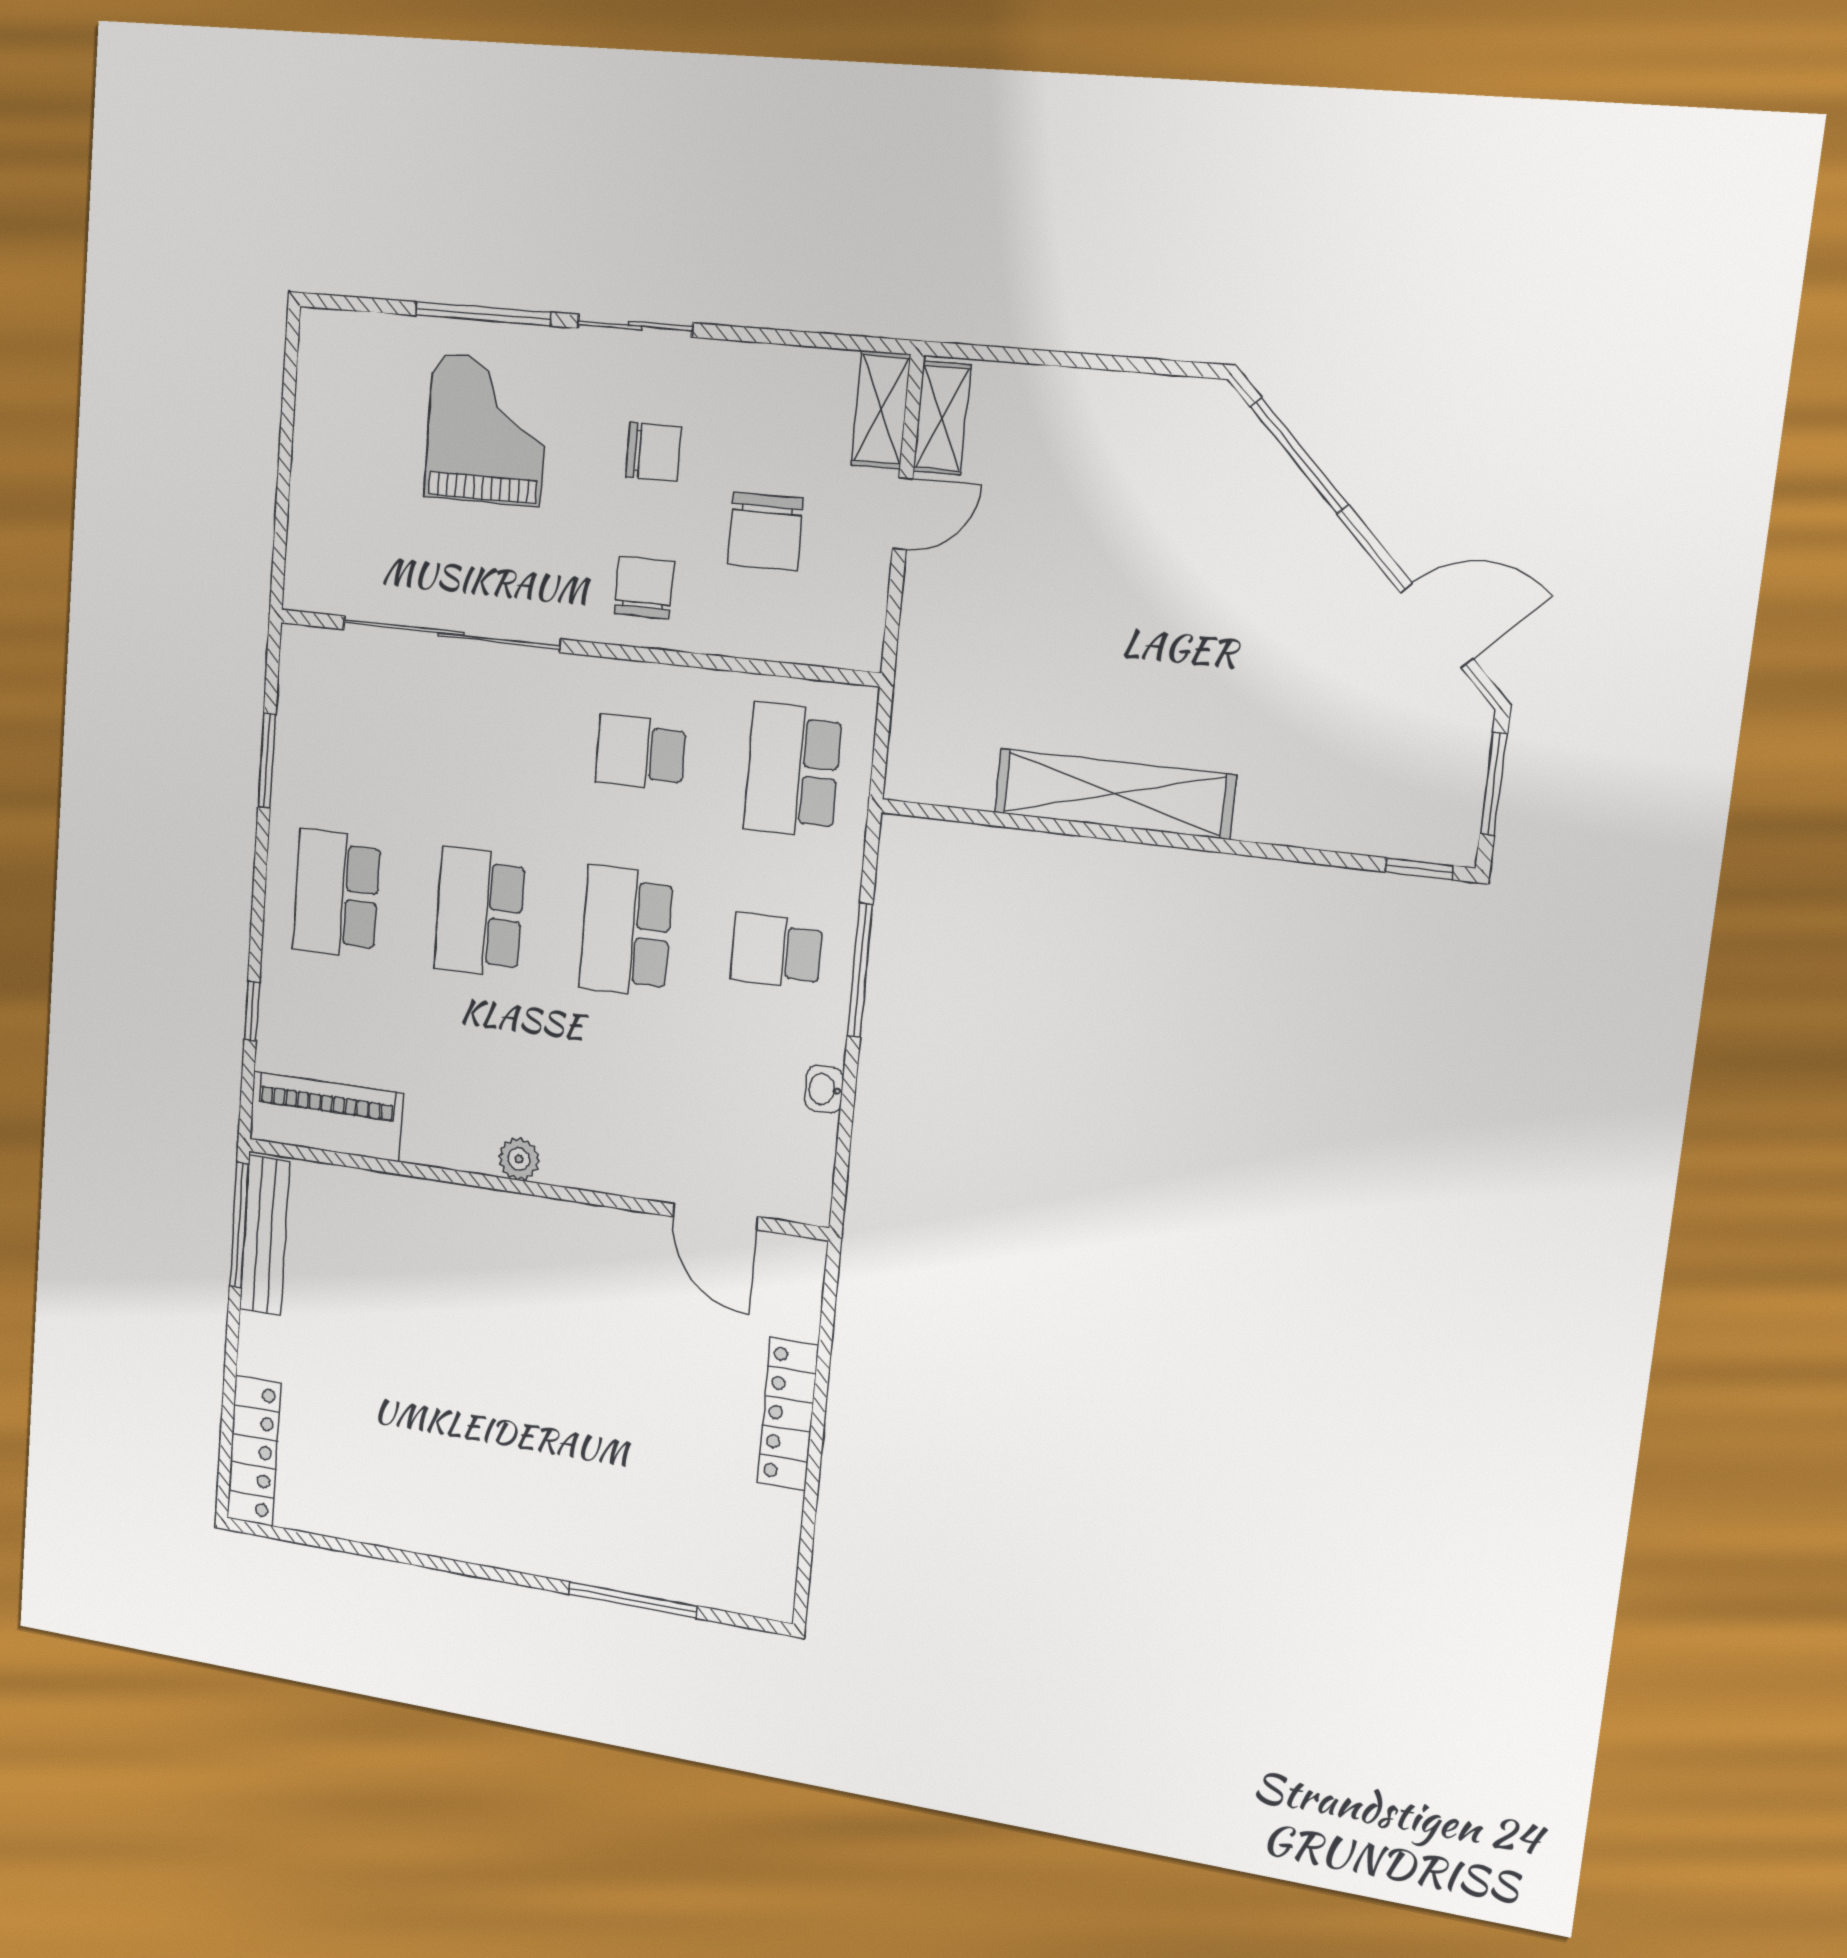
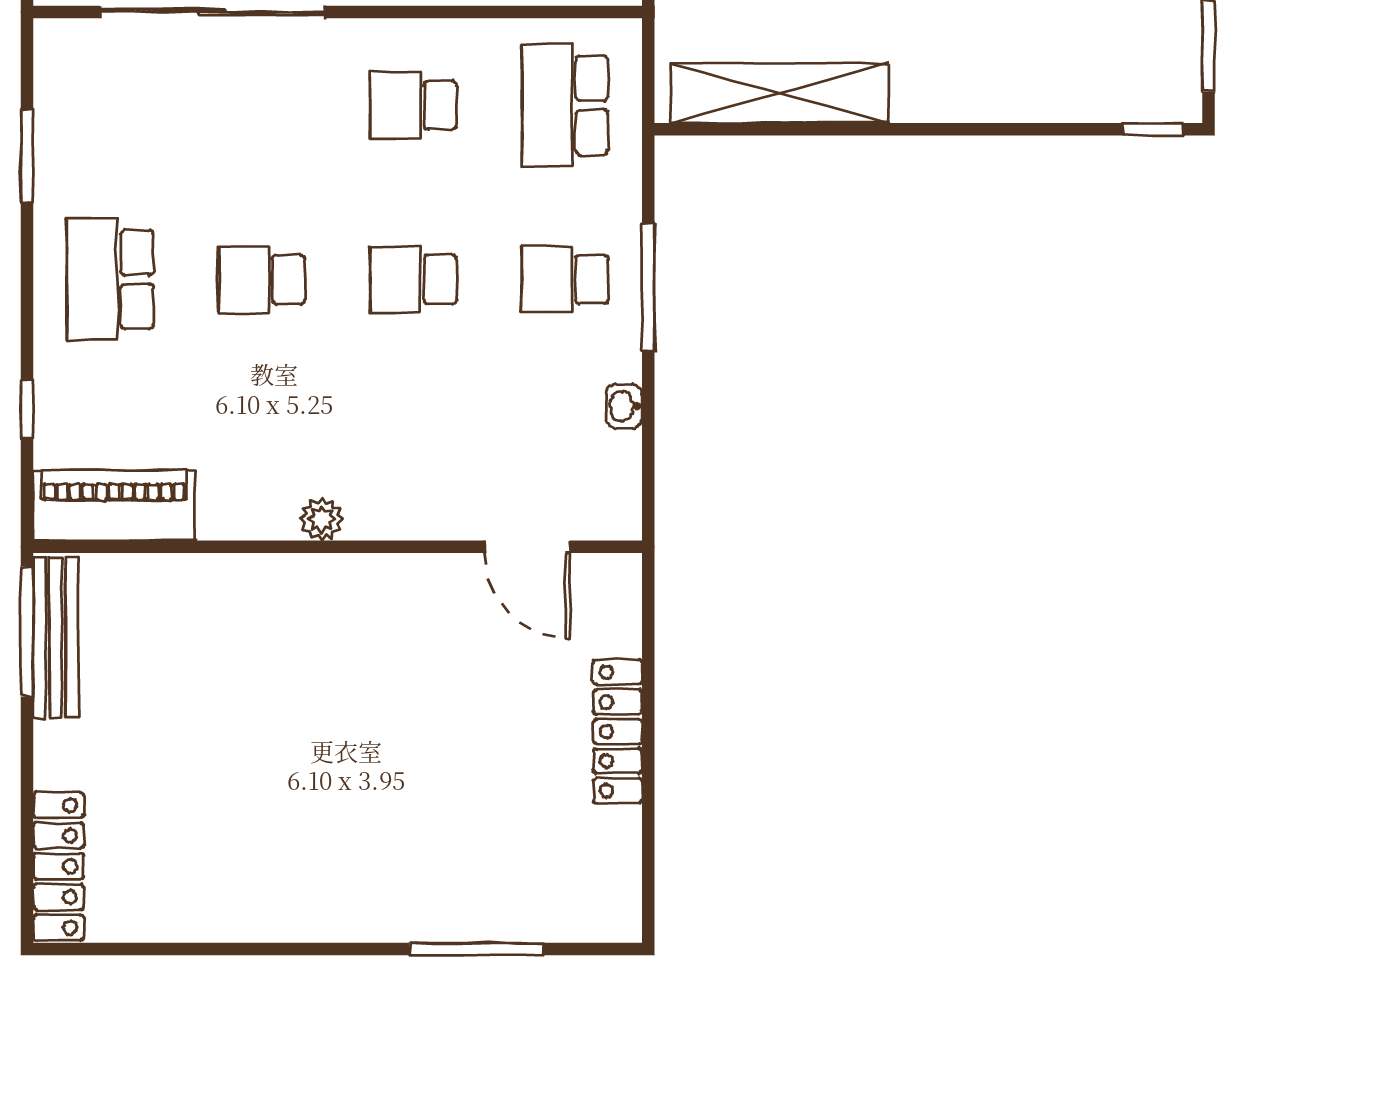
shelving: (1114, 794) -> (780, 93), moved
school desk: (479, 912) -> (262, 279), width x0.54
school desk: (626, 932) -> (413, 279), width x0.54

